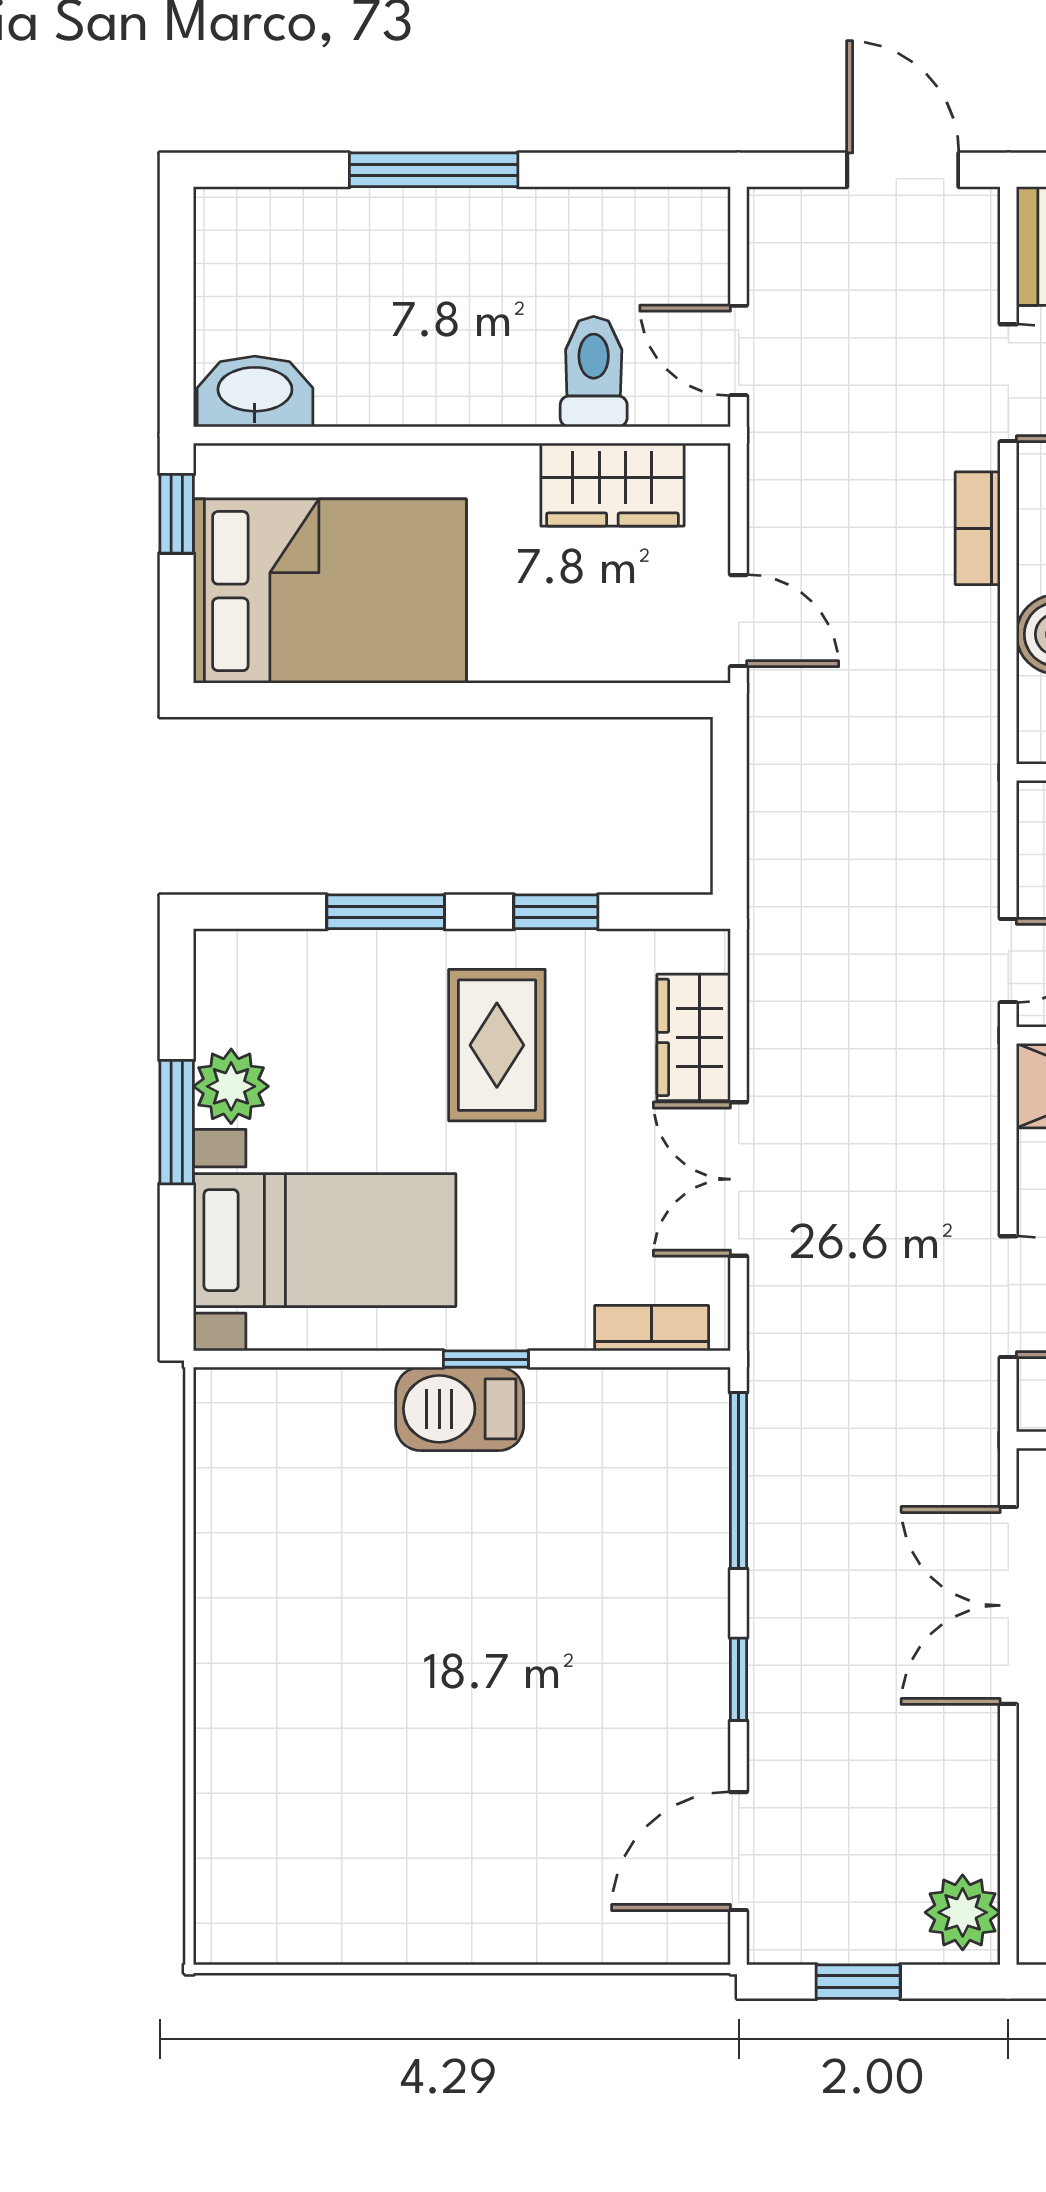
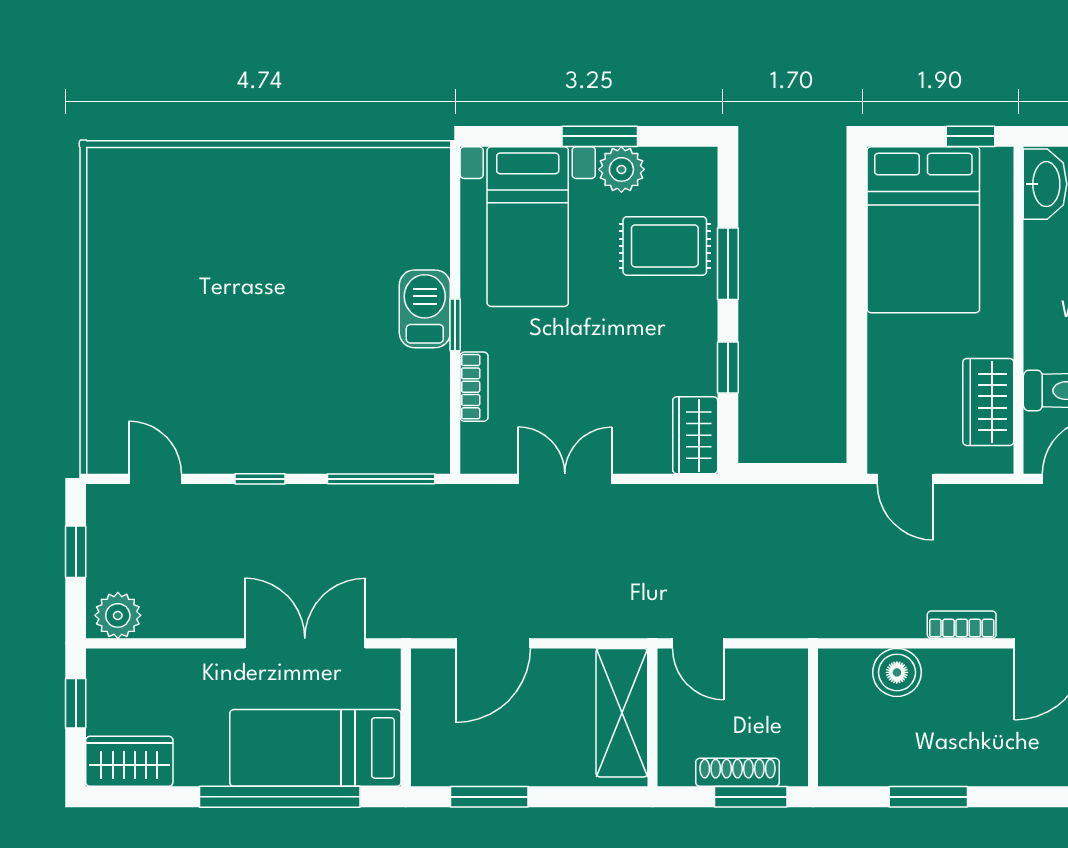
door: (739, 621) -> (905, 479), hinge flipped
wardrobe: (694, 1037) -> (695, 435), moved, turned -90
rug: (497, 1045) -> (665, 246), moved
bookcase: (652, 1328) -> (474, 387), moved
door: (739, 1851) -> (155, 479), width x0.73

